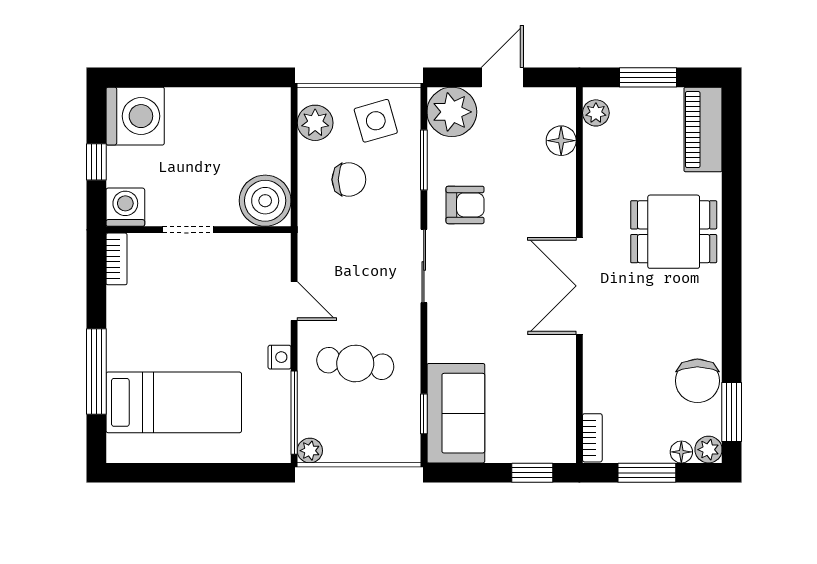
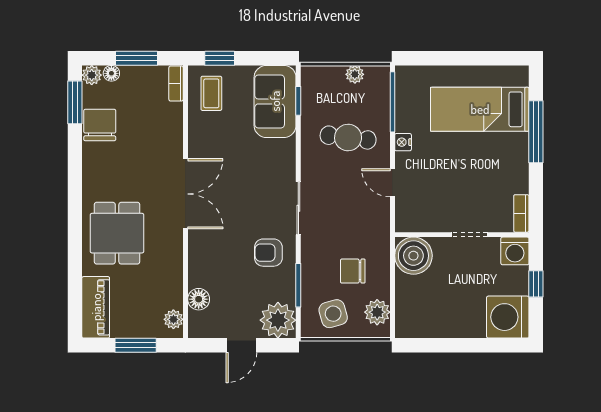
dining table: (674, 232) -> (117, 233), turned 90
coffee table: (544, 424) -> (211, 93), added
plant: (310, 451) -> (355, 74), moved

